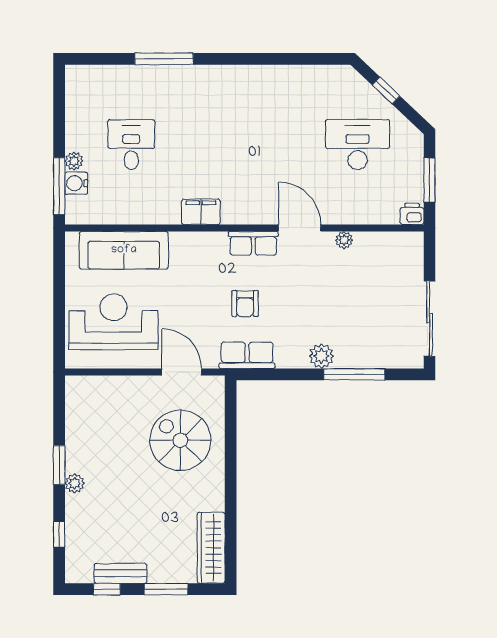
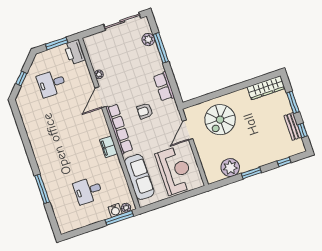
desk: (357, 145) -> (51, 83), width x0.73
plant: (74, 161) -> (126, 208), moved
printer: (412, 214) -> (75, 52), width x1.87, depth x1.48
row of seats: (253, 243) -> (119, 129), width x2.02
armchair: (245, 304) -> (145, 111), turned 180
reception desk: (114, 322) -> (175, 170), turned 180
row of seats: (247, 355) -> (164, 86), moved
plant: (321, 356) -> (148, 39), moved
plant: (75, 483) -> (230, 167), moved, width x1.88, depth x1.88

